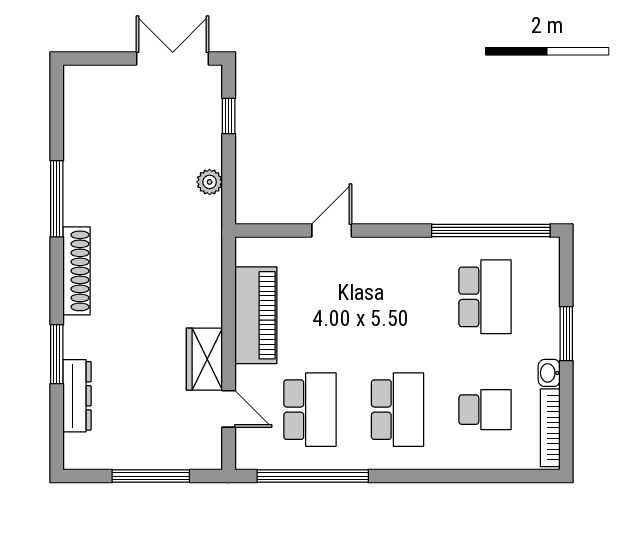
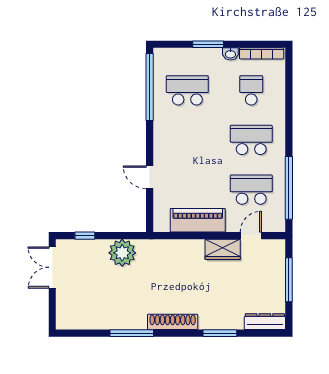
plant: (210, 182) -> (122, 253), width x1.88, depth x1.88
dresser: (77, 396) -> (265, 322), moved

